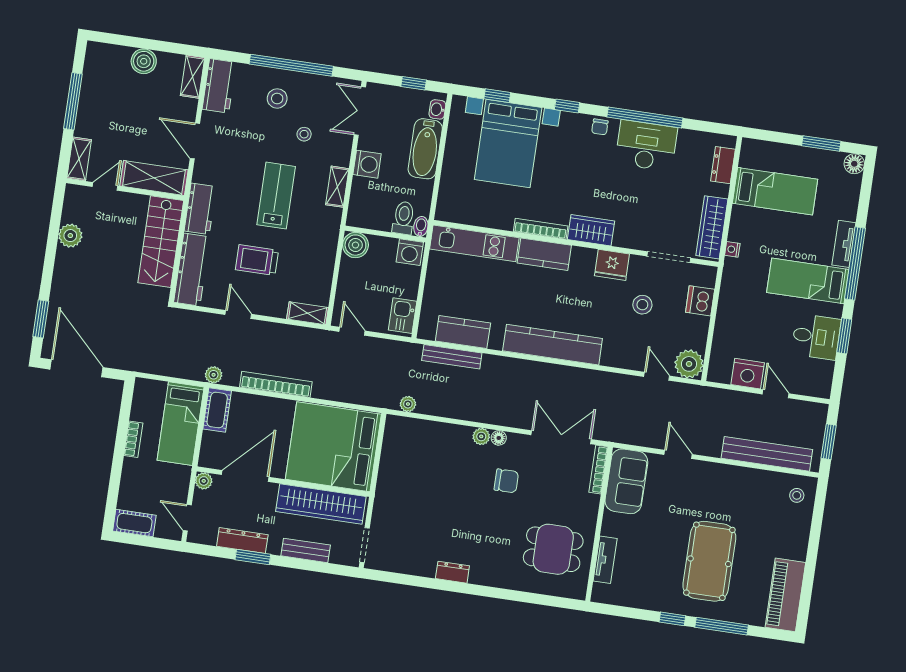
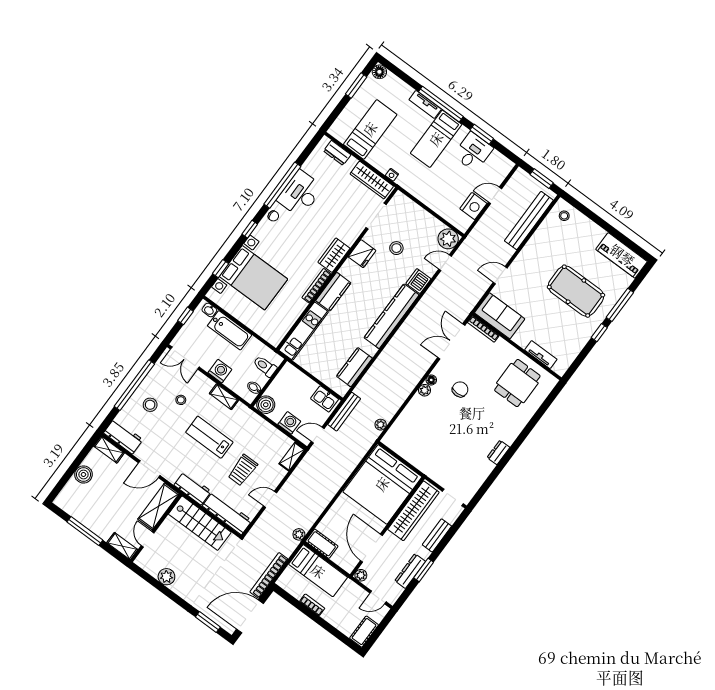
bidet: (421, 226) -> (254, 388), moved
washing machine: (410, 252) -> (289, 423), moved, turned -90
dishwasher: (700, 301) -> (418, 281), moved, turned 90
bench: (452, 357) -> (344, 412), moved
bookcase: (276, 384) -> (269, 575), moved

